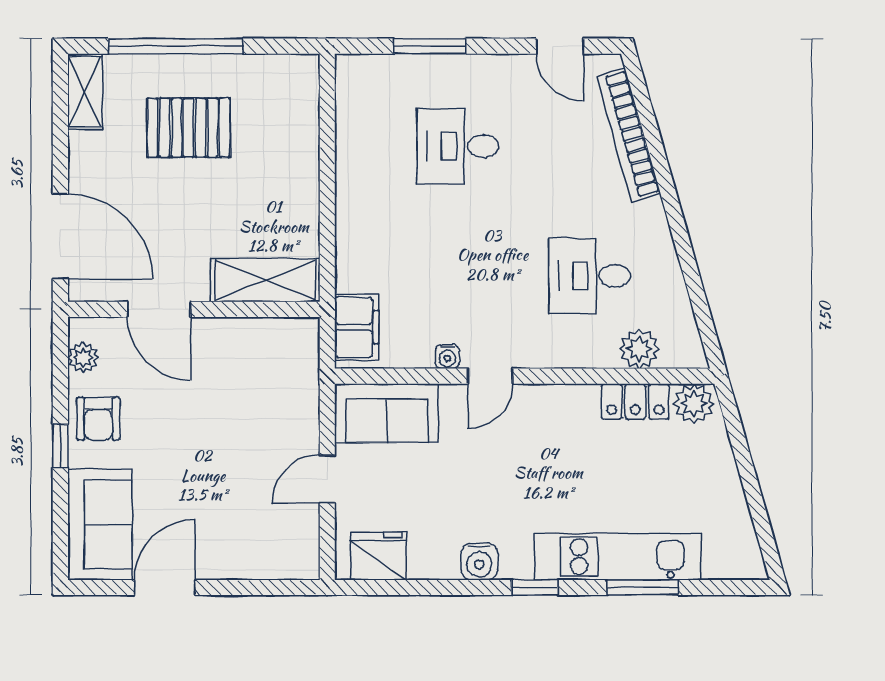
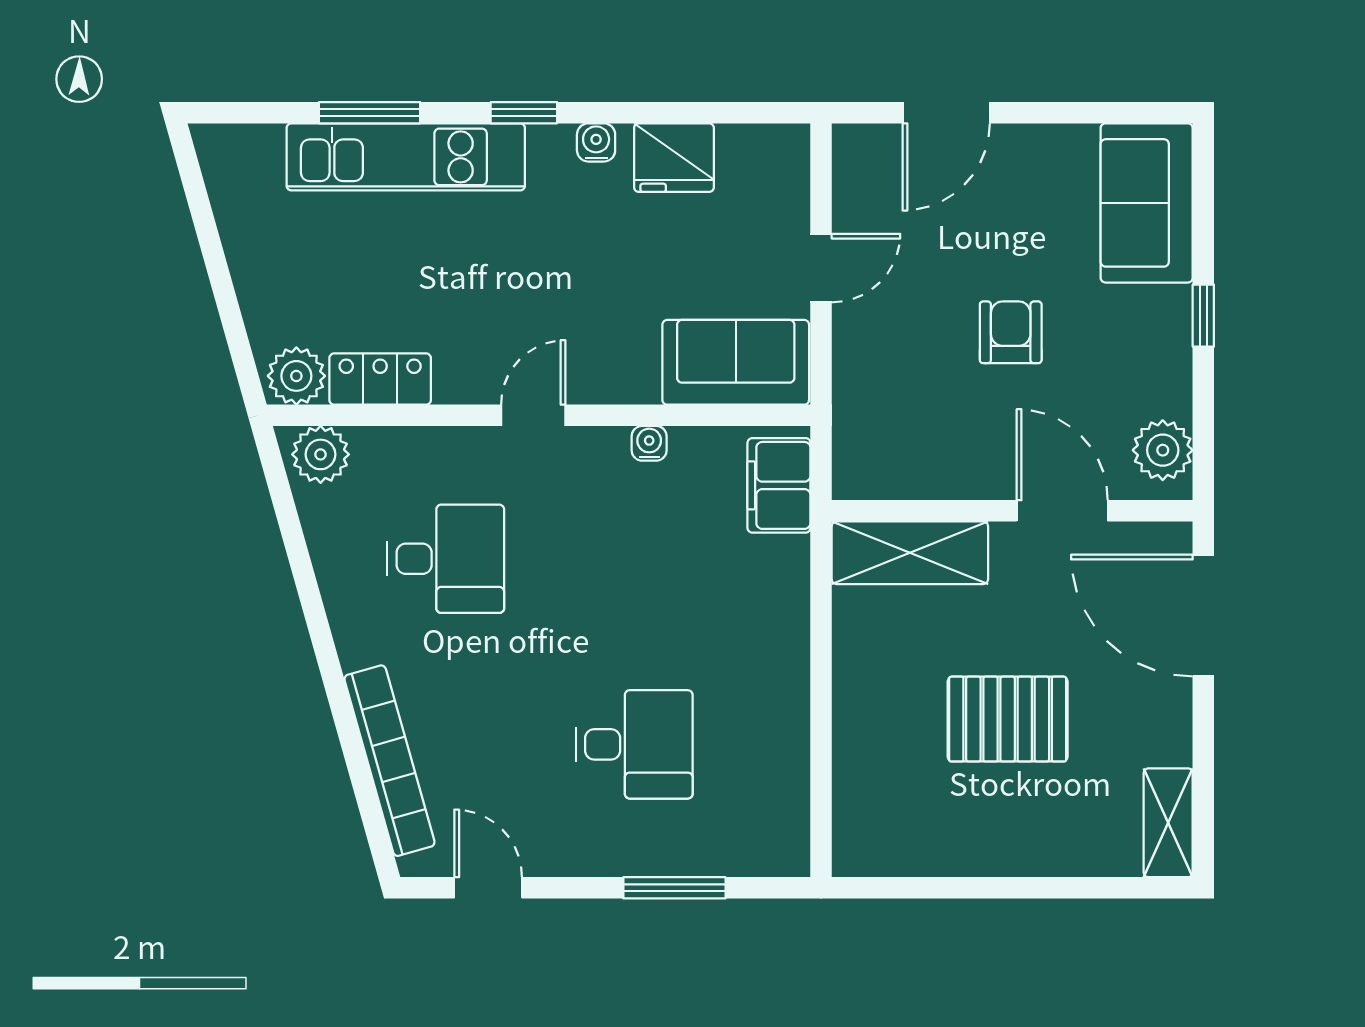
window: (176, 46) -> (1038, 888), removed
pallet: (189, 128) -> (1008, 719), moved
plant: (639, 349) -> (321, 454), moved
plant: (83, 358) -> (1163, 450), width x1.38, depth x1.38
door: (490, 376) -> (533, 415), moved
armchair: (98, 419) -> (1011, 332), moved
fridge: (378, 556) -> (674, 158), moved
water cooler: (479, 562) -> (596, 142), width x0.72, depth x0.72
door: (165, 587) -> (946, 113), moved

